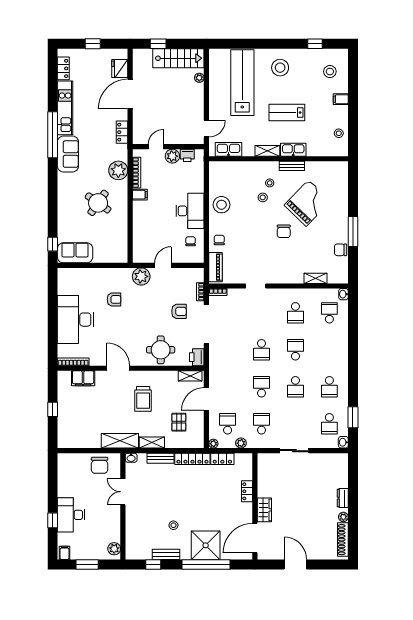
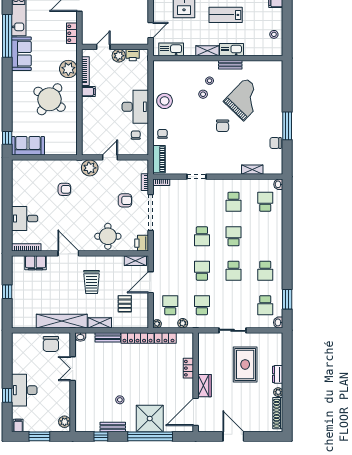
round table: (98, 203) -> (50, 99), width x1.36, depth x1.36
desk: (76, 320) -> (25, 219), width x0.53, depth x0.77
shelving: (120, 441) -> (62, 321), width x1.47
rug: (308, 487) -> (245, 364), added

